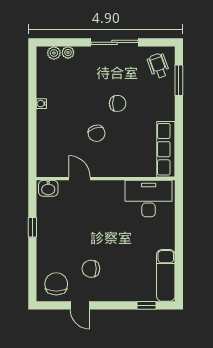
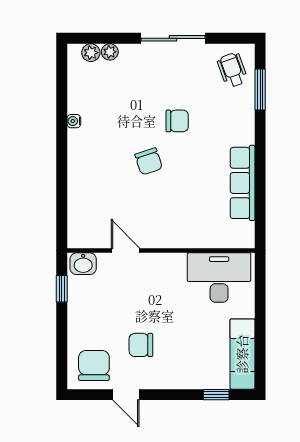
door: (79, 179) -> (125, 251), moved
wall: (106, 179) -> (161, 251), moved
washbasin: (48, 188) -> (83, 264), moved
desk: (149, 199) -> (219, 278), moved

